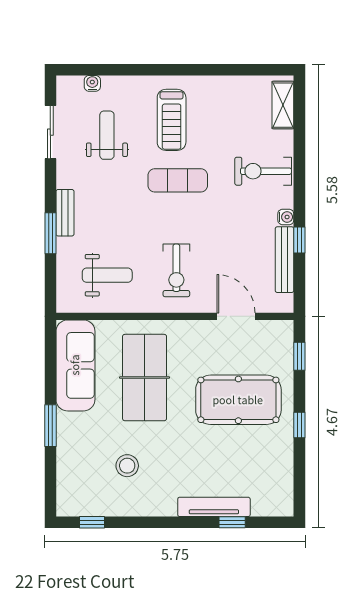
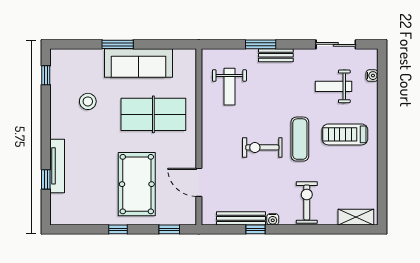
weight bench: (107, 135) -> (333, 86), turned 180
exercise bike: (176, 270) -> (262, 147), moved
door: (236, 316) -> (199, 182), swing flipped
sofa: (75, 365) -> (139, 63), moved

